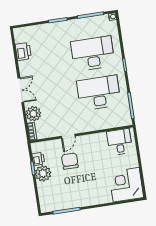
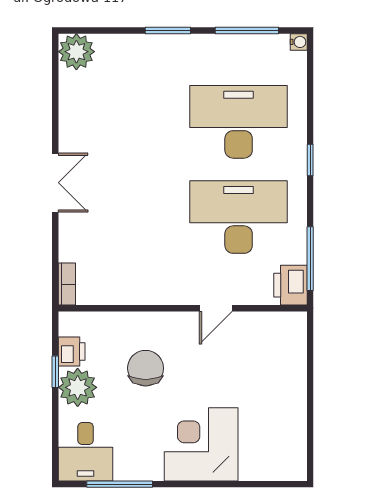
printer: (23, 51) -> (291, 285), moved, turned 180
plant: (33, 114) -> (76, 52), moved
door: (68, 136) -> (216, 308), moved
desk: (120, 142) -> (86, 452), moved, turned 180
corner desk: (126, 185) -> (201, 444), moved

